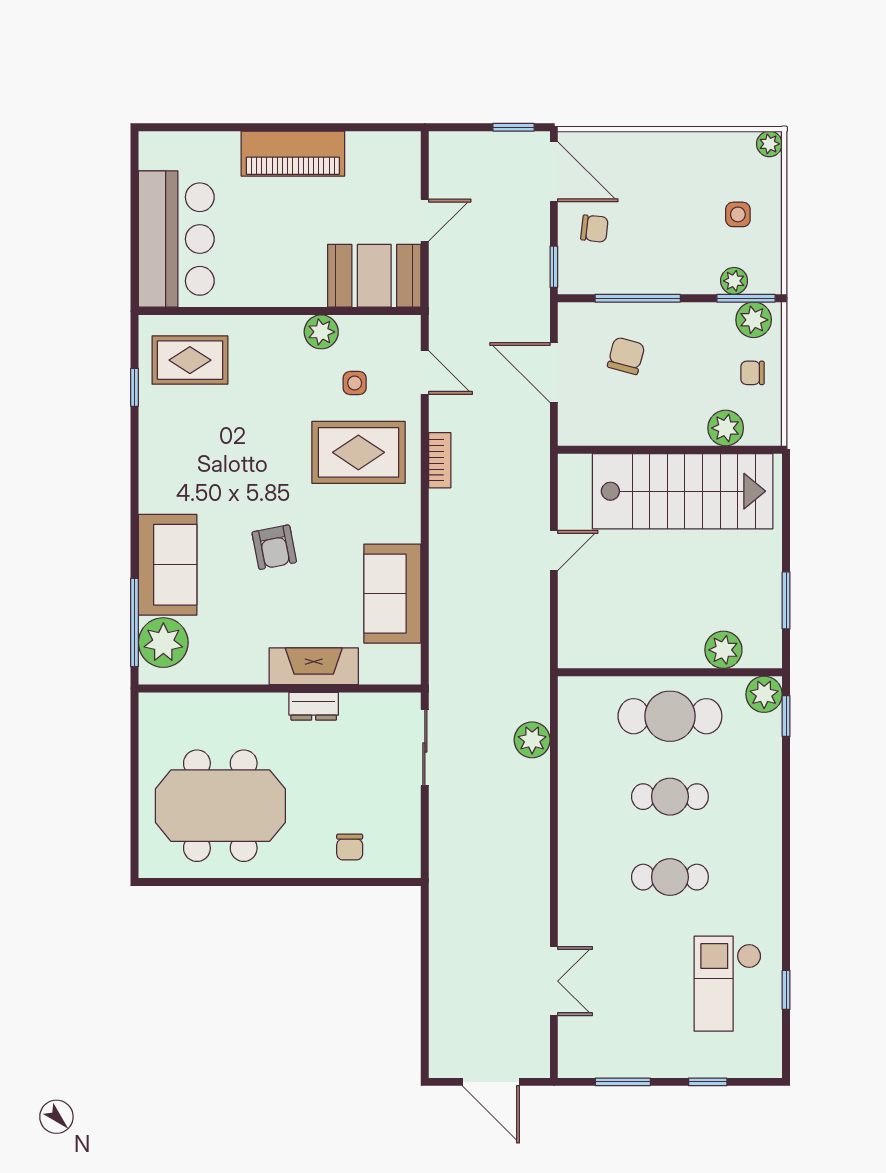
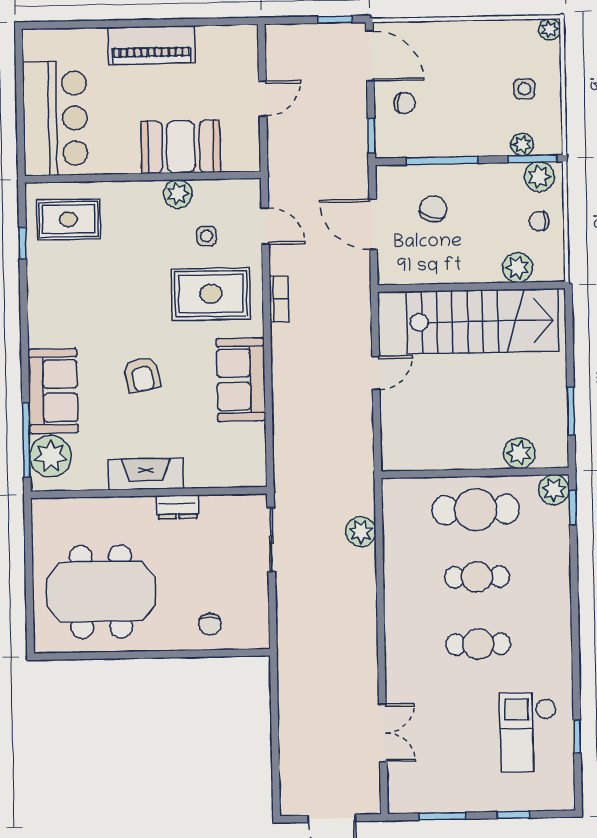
booth: (374, 276) -> (181, 147), moved
sofa: (392, 594) -> (241, 380), moved
fireplace: (314, 666) -> (146, 474), moved

